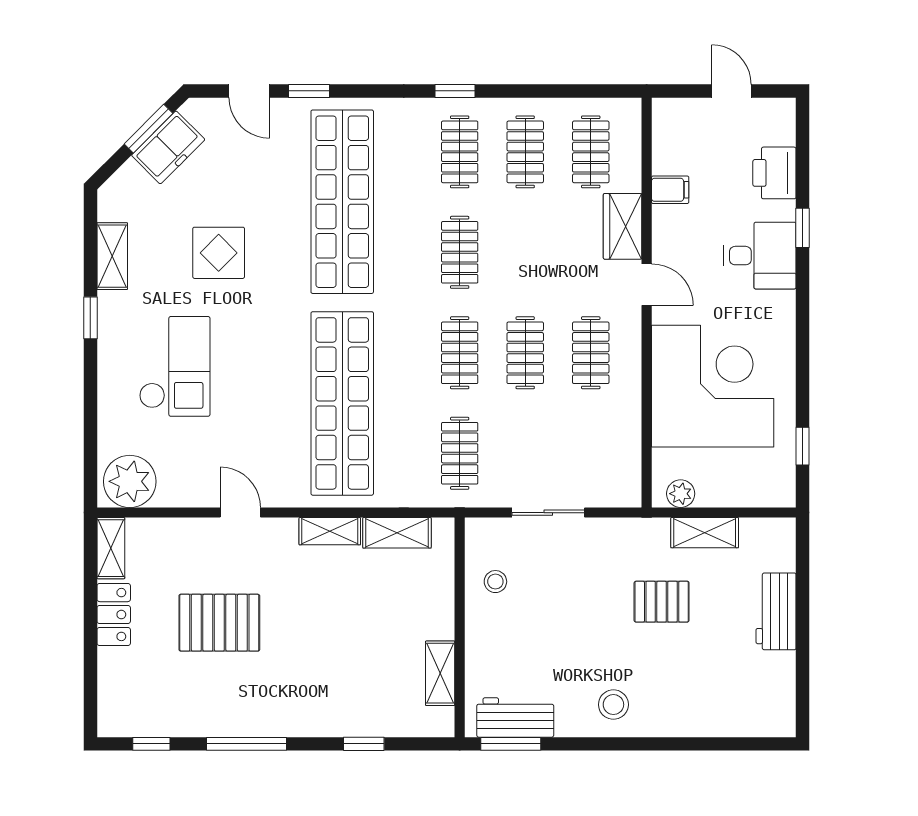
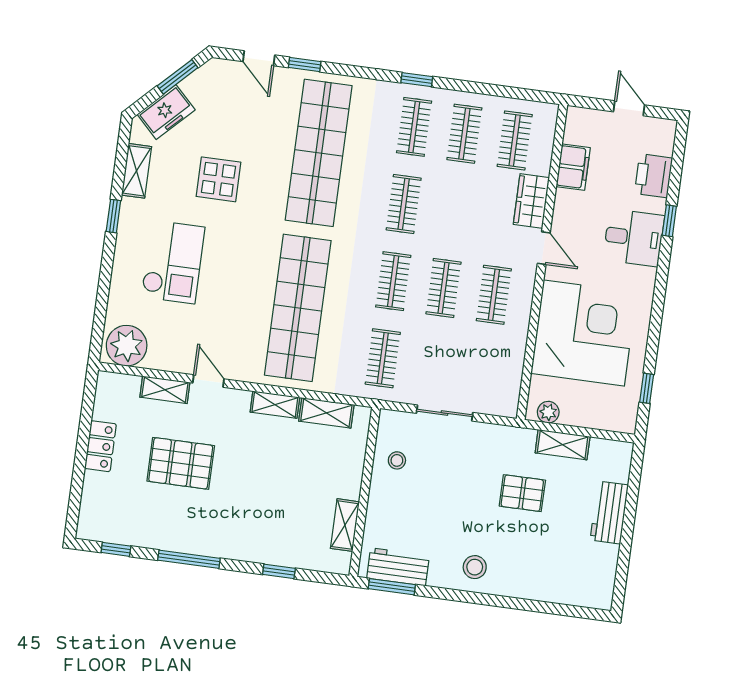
freezer: (168, 147) -> (166, 112), moved
filing cabinet: (670, 190) -> (573, 167), width x2.00
shelving: (111, 548) -> (165, 390), moved, turned 90

